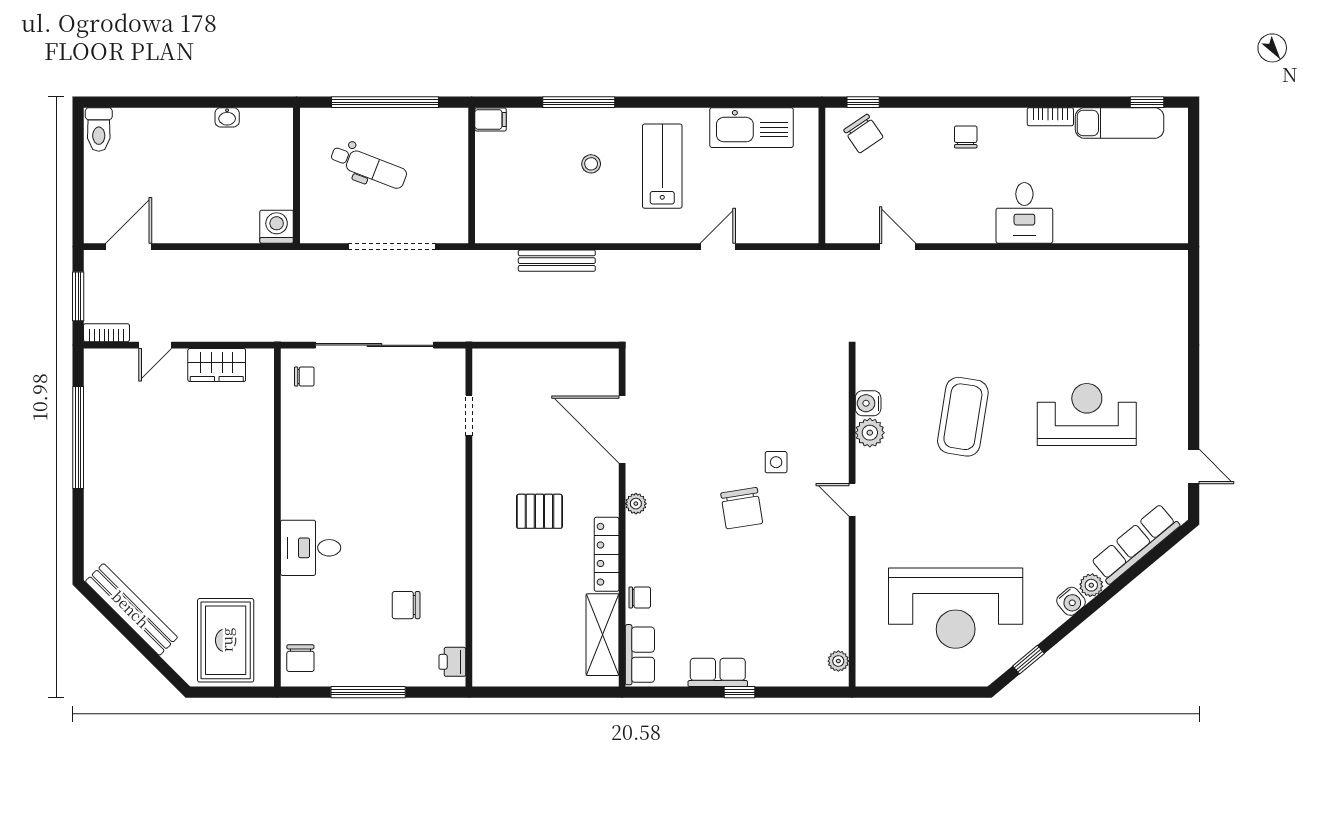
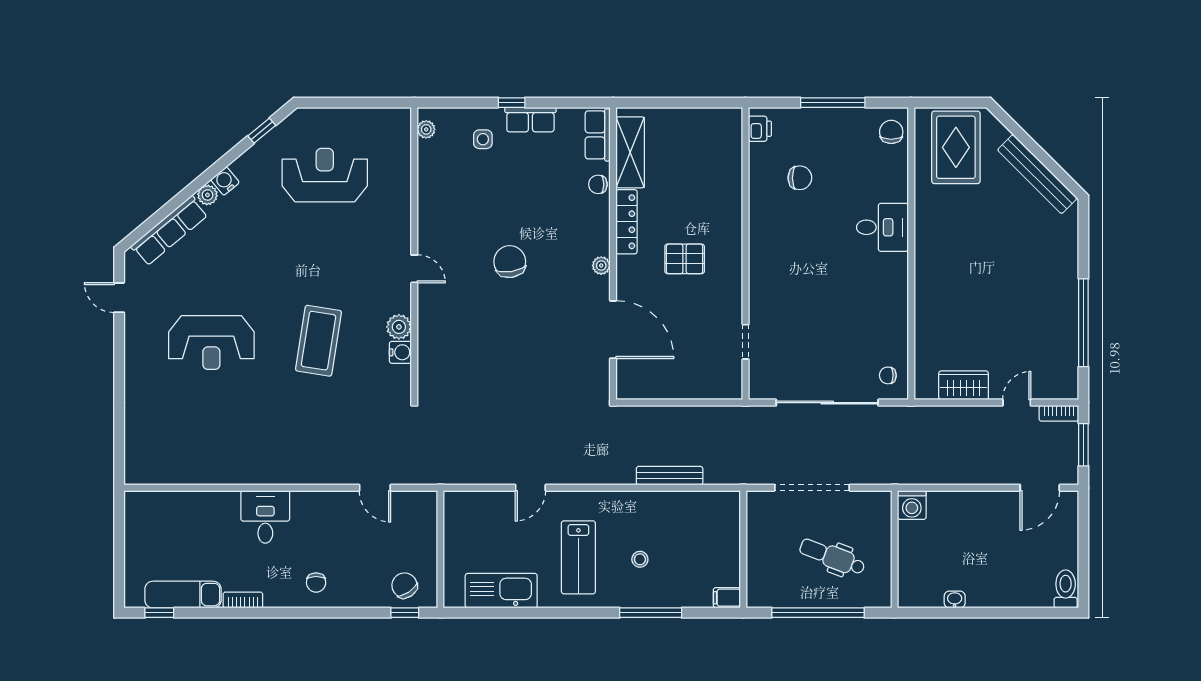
side table: (776, 462) -> (483, 139), moved
reception desk: (956, 608) -> (325, 175), width x0.74, depth x0.77

